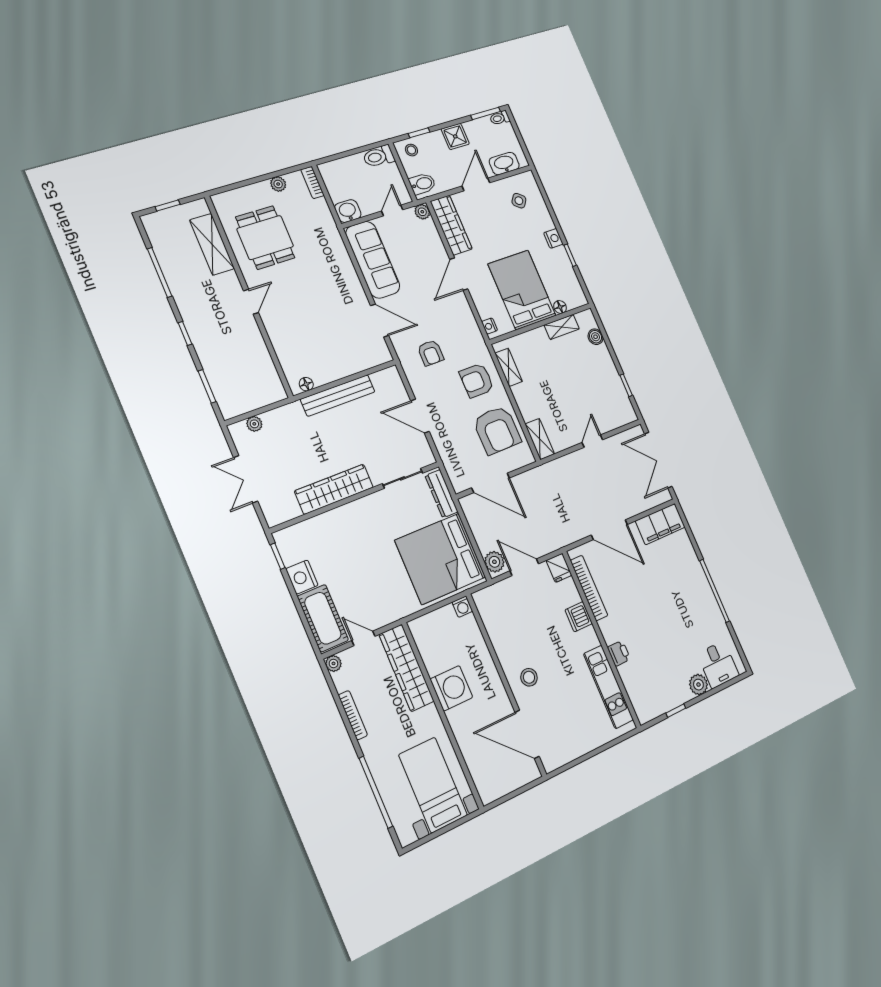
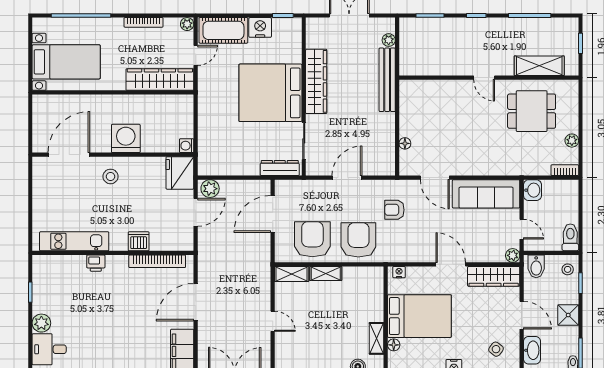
door: (380, 321) -> (435, 178), hinge flipped
shelving: (509, 367) -> (326, 274), moved
armchair: (477, 380) -> (358, 240), width x1.36, depth x1.36
floor lamp: (306, 384) -> (405, 143), moved
bench: (338, 395) -> (387, 80), moved
armchair: (497, 430) -> (312, 239), turned 91
bed: (440, 559) -> (270, 93), moved, turned -90
fridge: (559, 568) -> (180, 173), moved, width x1.88, depth x1.34
washing machine: (451, 688) -> (126, 138), moved, turned 180

